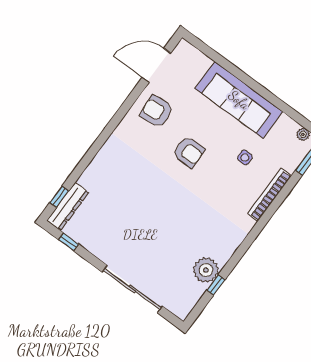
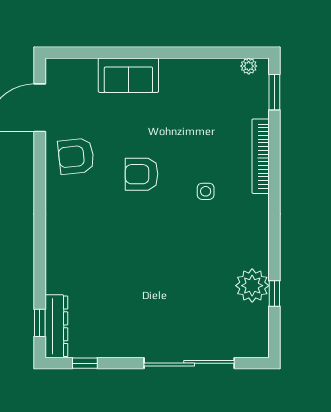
sofa: (239, 100) -> (128, 75), width x0.54, depth x0.79
armchair: (189, 152) -> (142, 174), turned 180
side table: (245, 157) -> (206, 191), moved

